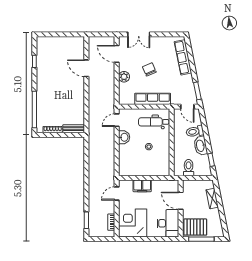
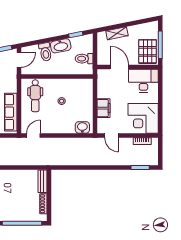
row of seats: (153, 99) -> (11, 112), moved
door: (117, 120) -> (33, 135), swing flipped
washbasin: (124, 137) -> (82, 127), moved
door: (181, 201) -> (119, 67), swing flipped

